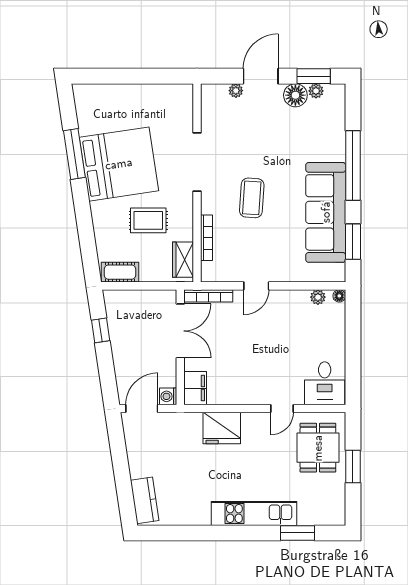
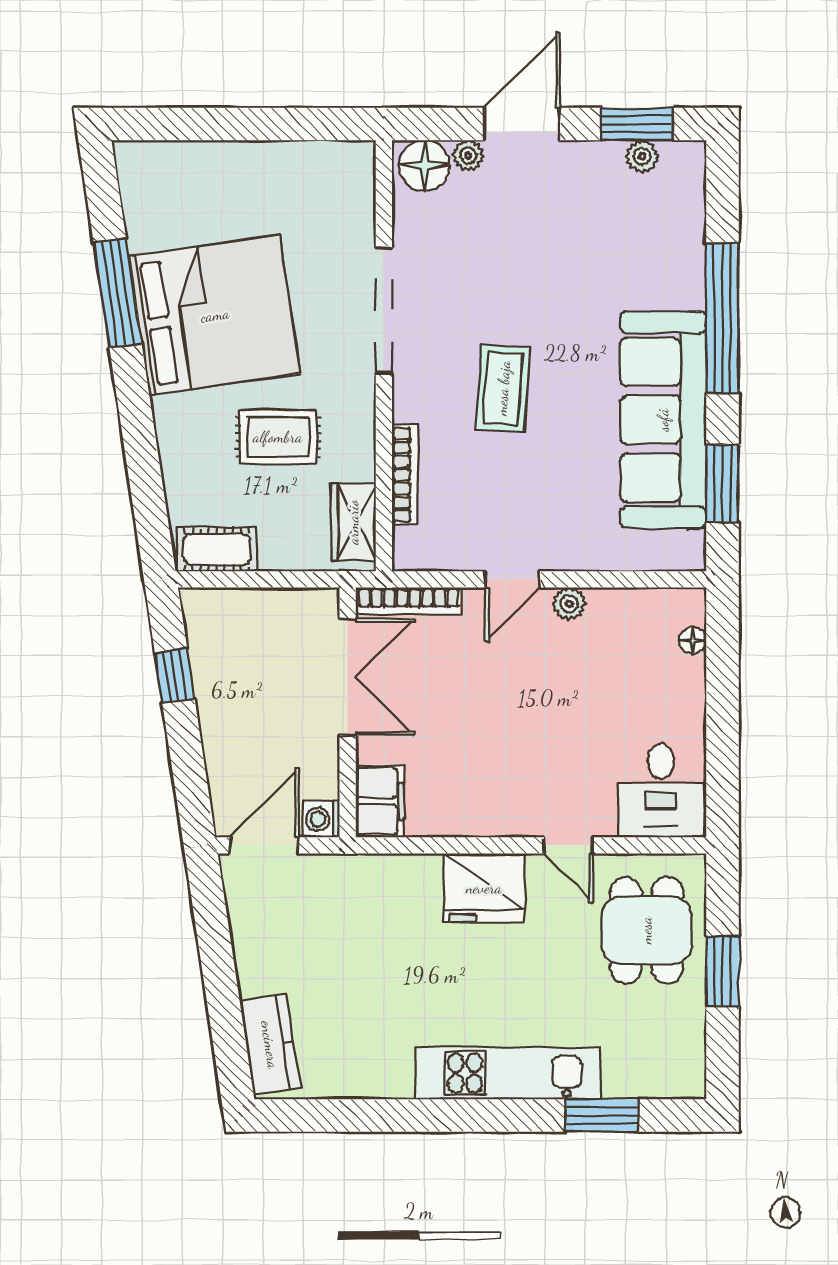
floor lamp: (295, 95) -> (424, 166), moved
floor lamp: (339, 296) -> (693, 641), moved
plant: (318, 297) -> (569, 604), moved
door: (282, 409) -> (568, 845), hinge flipped
fridge: (222, 428) -> (484, 888), moved

